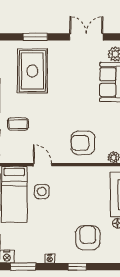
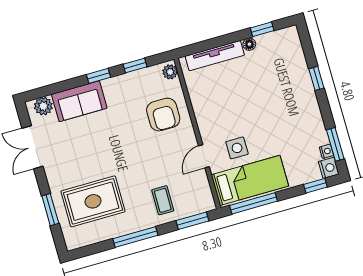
armchair: (88, 238) -> (277, 76), removed
nightstand: (50, 259) -> (326, 151), moved

